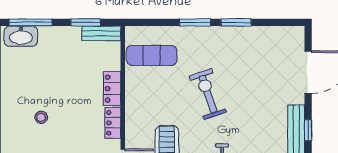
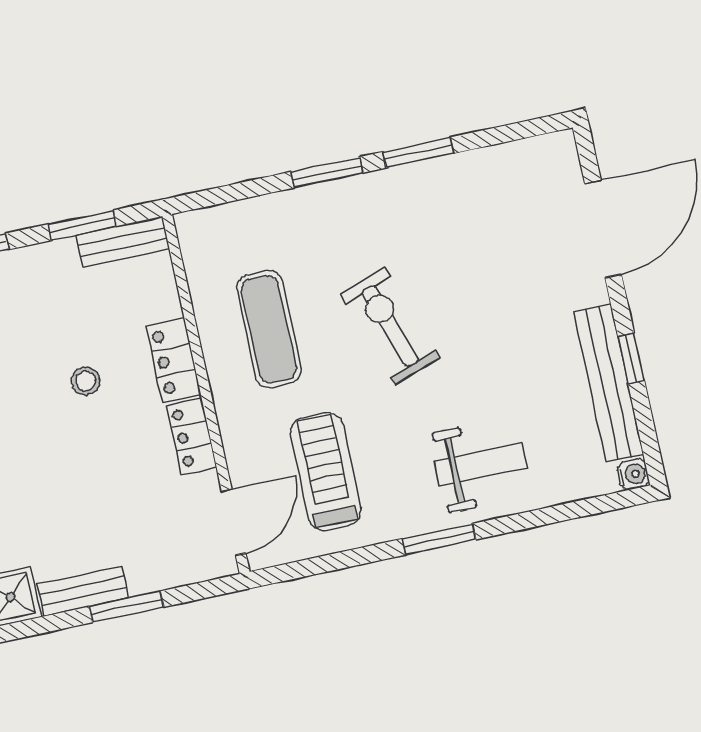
exercise mat: (152, 55) -> (269, 329), moved, turned 90
stool: (41, 117) -> (86, 381), moved

